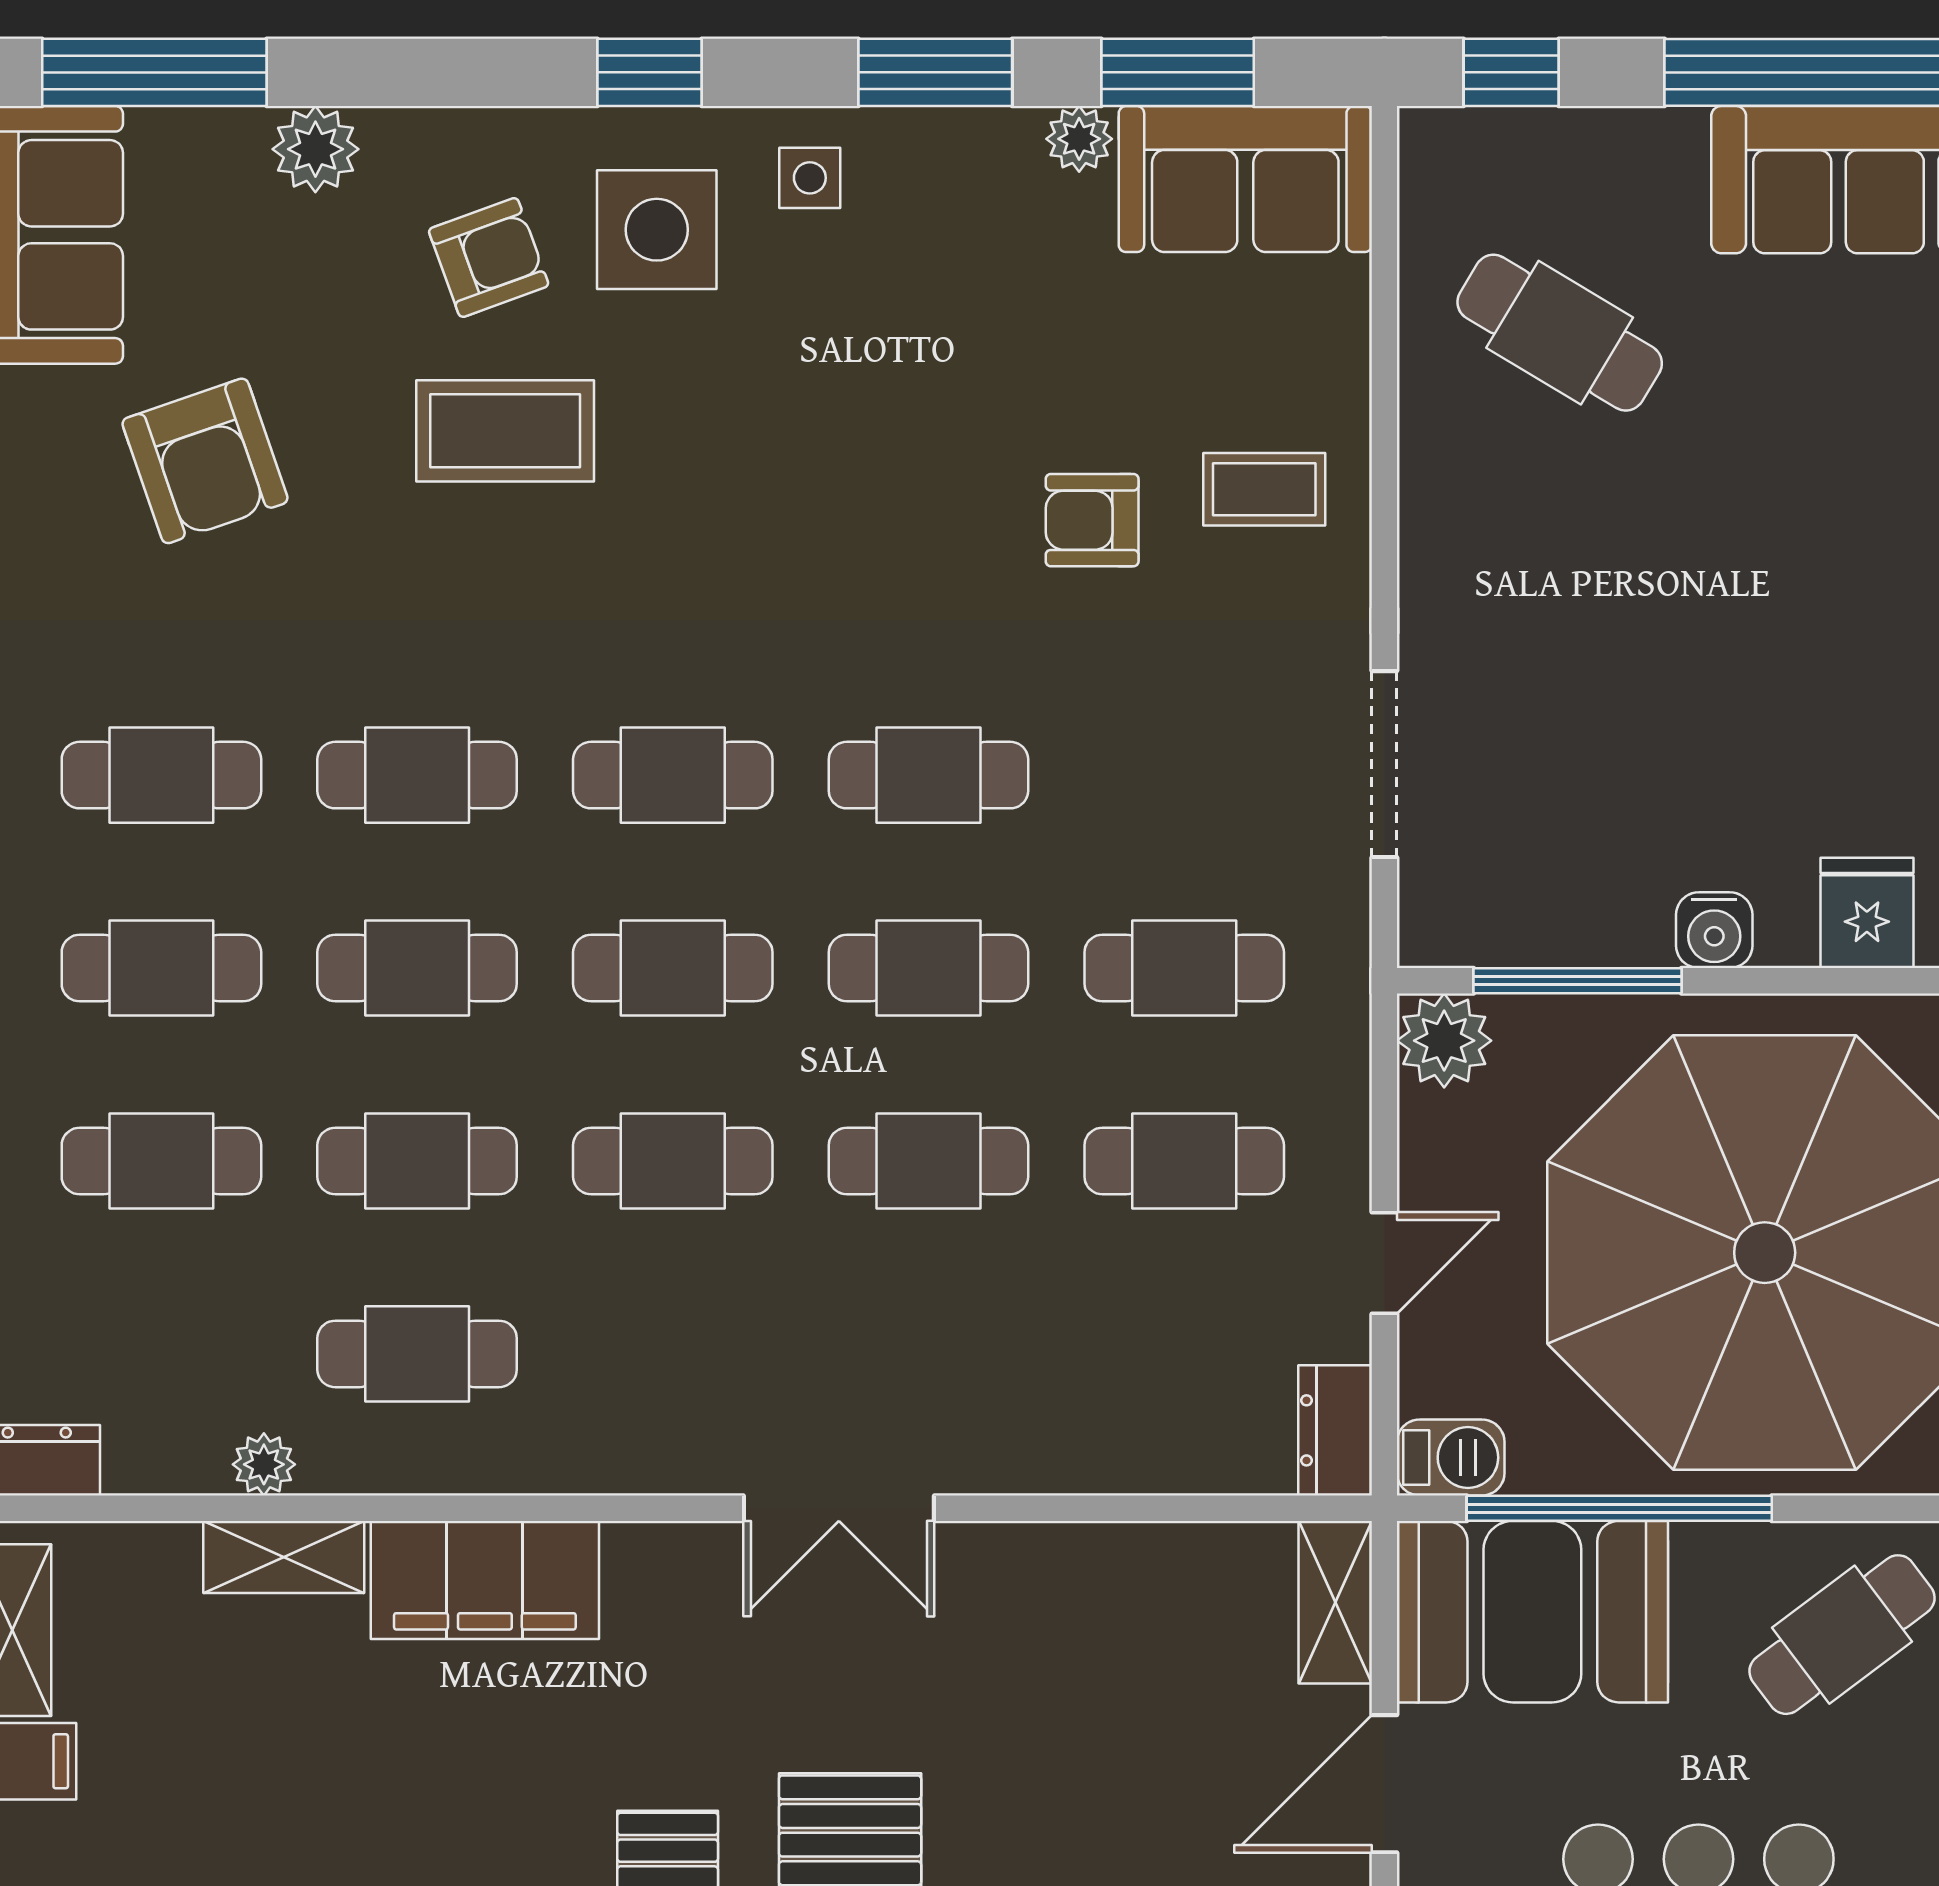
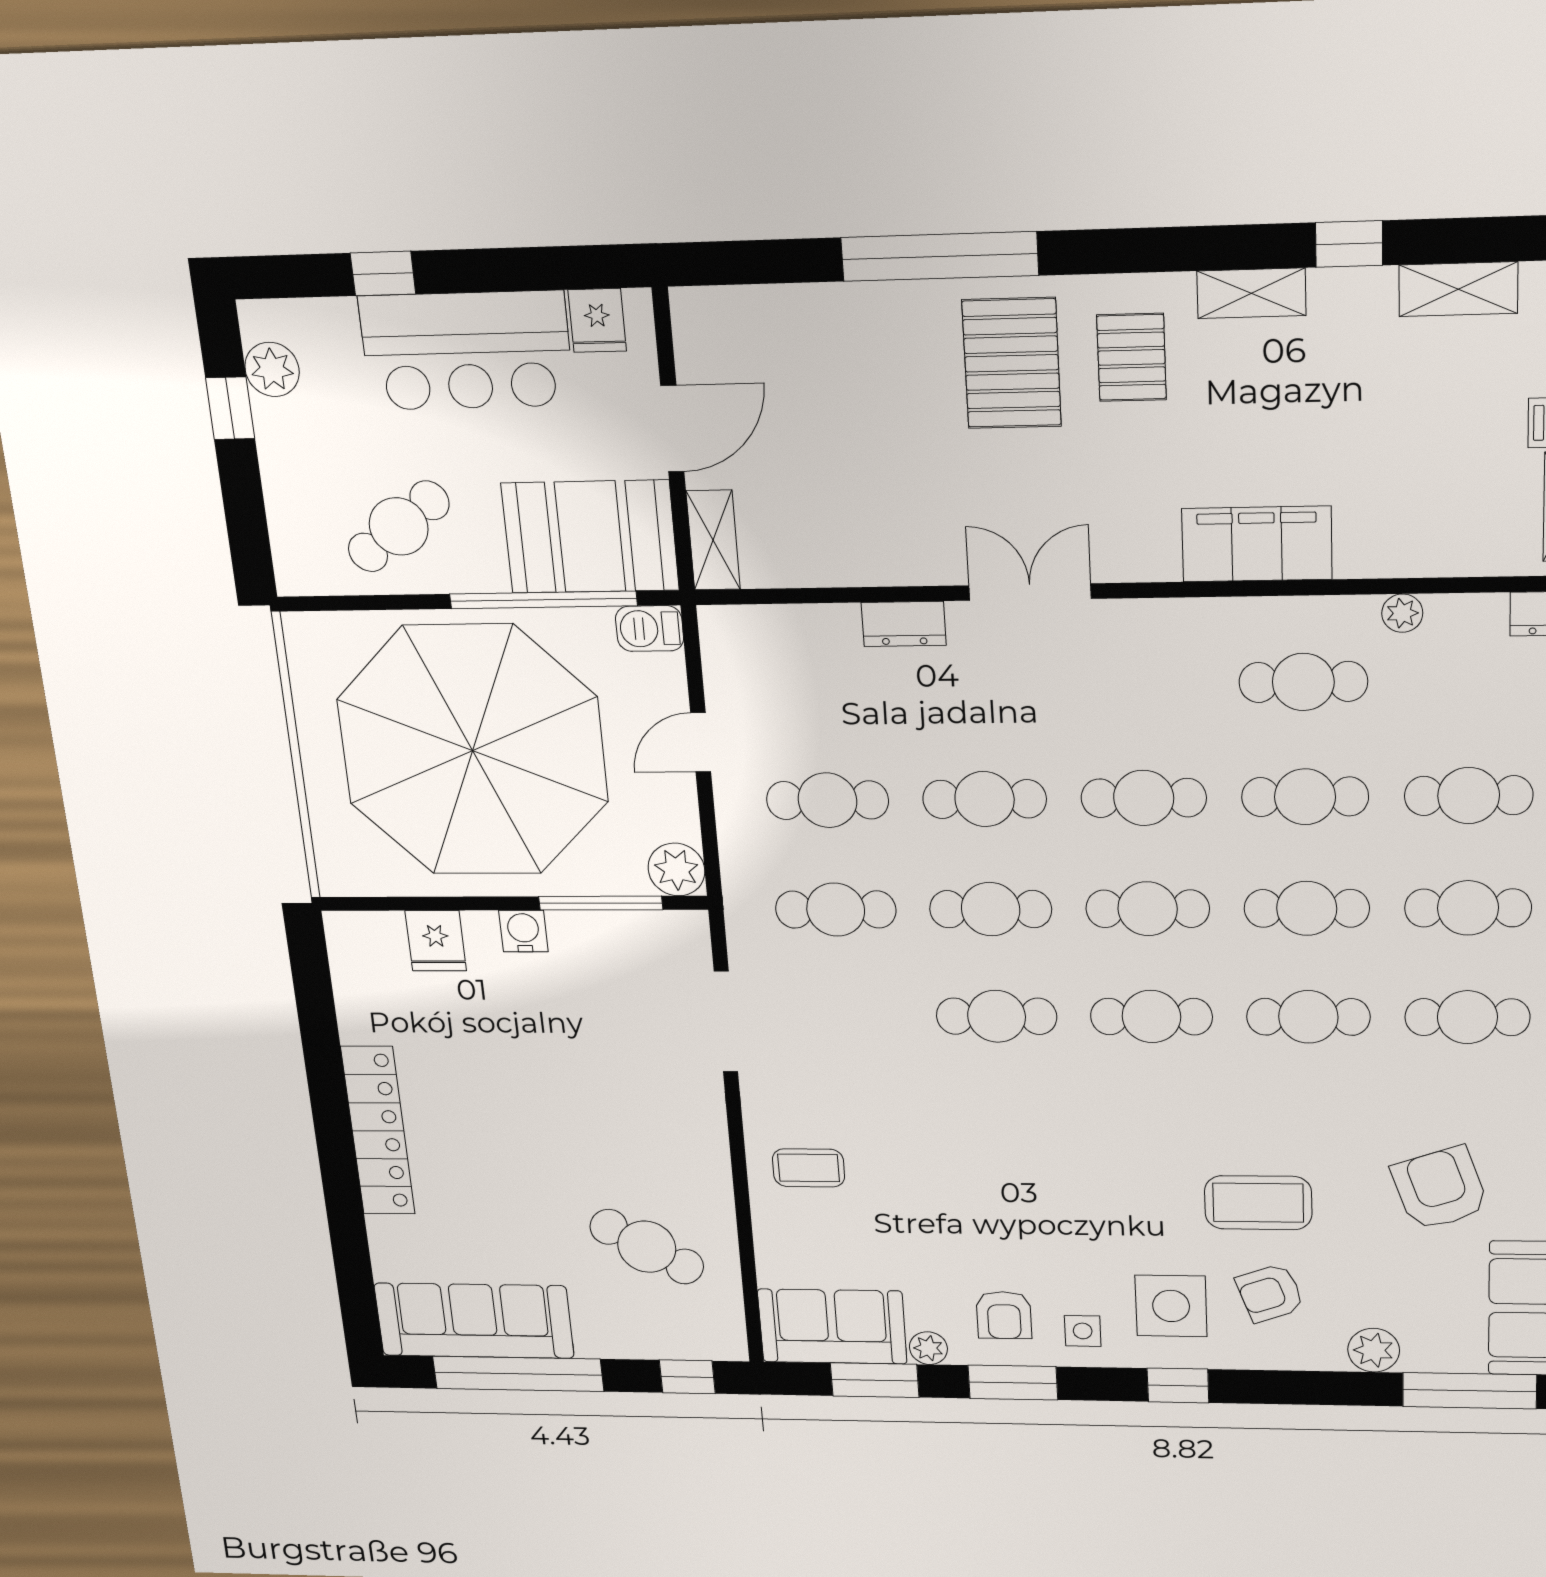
armchair: (1092, 520) -> (1004, 1315), moved, turned 90
dresser: (1335, 1430) -> (904, 624), moved, turned 90
shelving: (284, 1557) -> (1389, 556), removed

